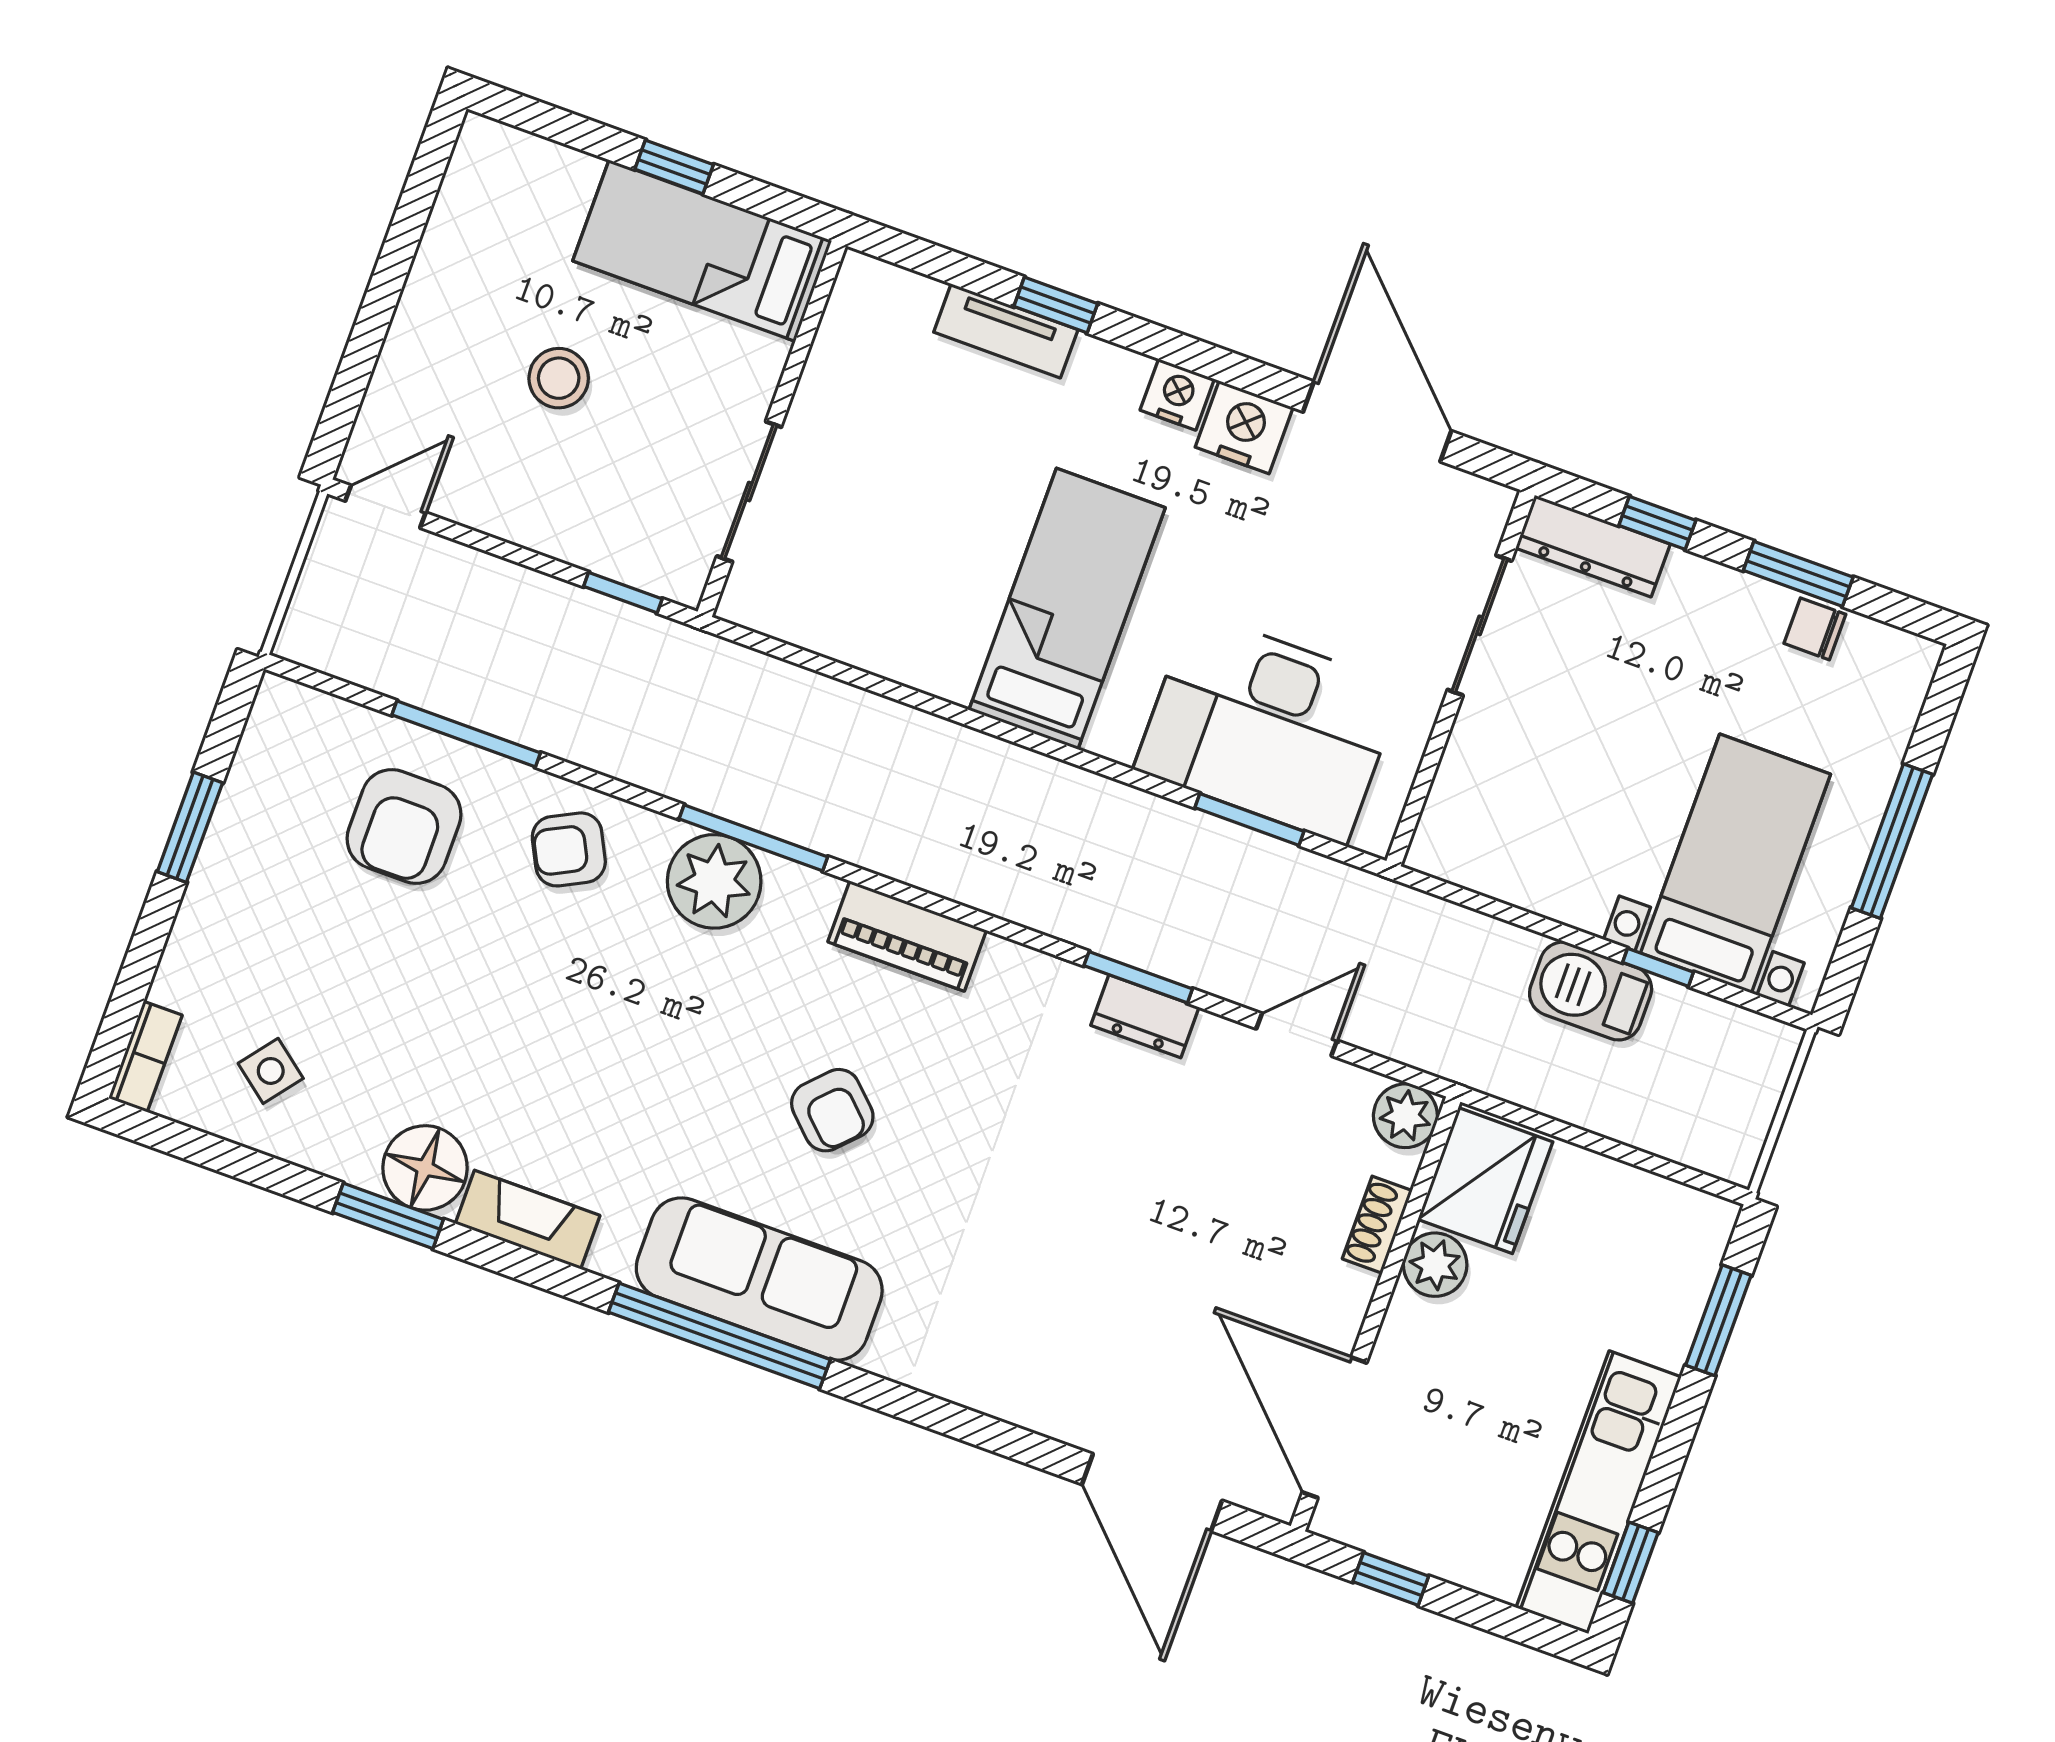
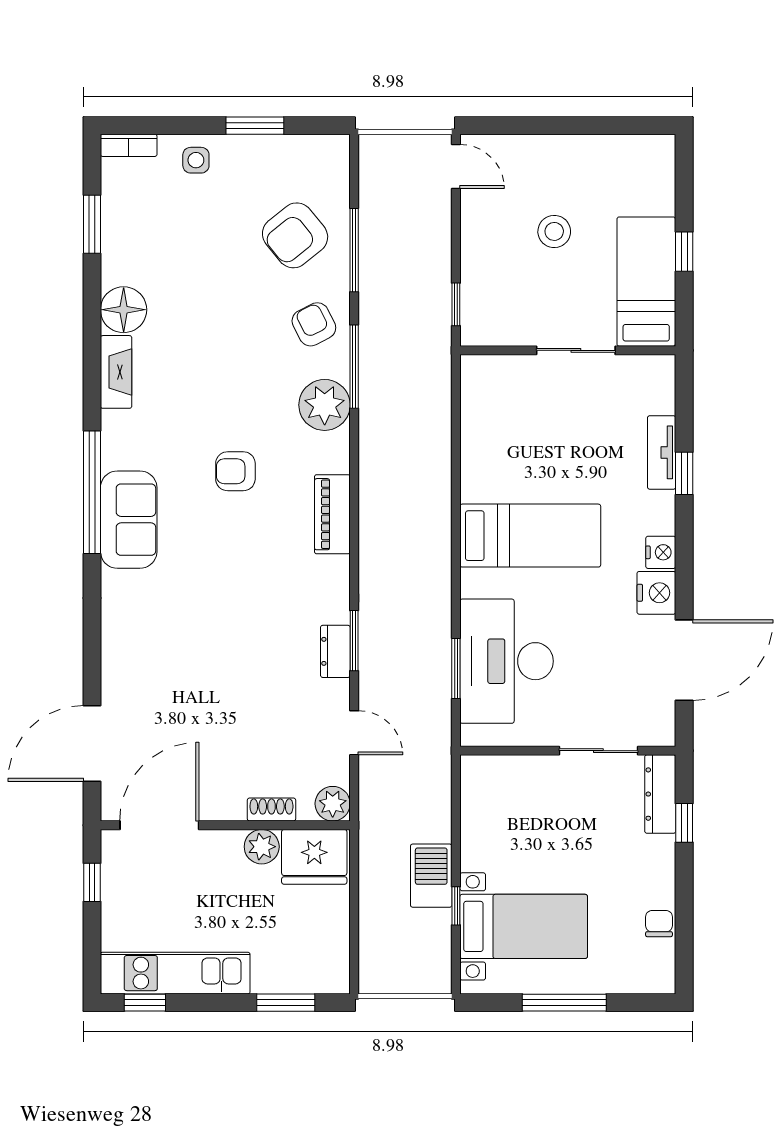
sliding door: (749, 492) -> (576, 350), moved
window: (1798, 574) -> (684, 905), removed
armchair: (404, 827) -> (295, 235), turned -39
window: (753, 838) -> (354, 367), moved
side table: (271, 1071) -> (196, 160), moved, turned -38
armchair: (832, 1110) -> (235, 471), moved, turned 46
window: (388, 1216) -> (92, 224), moved
sofa: (759, 1279) -> (129, 520), width x0.73

